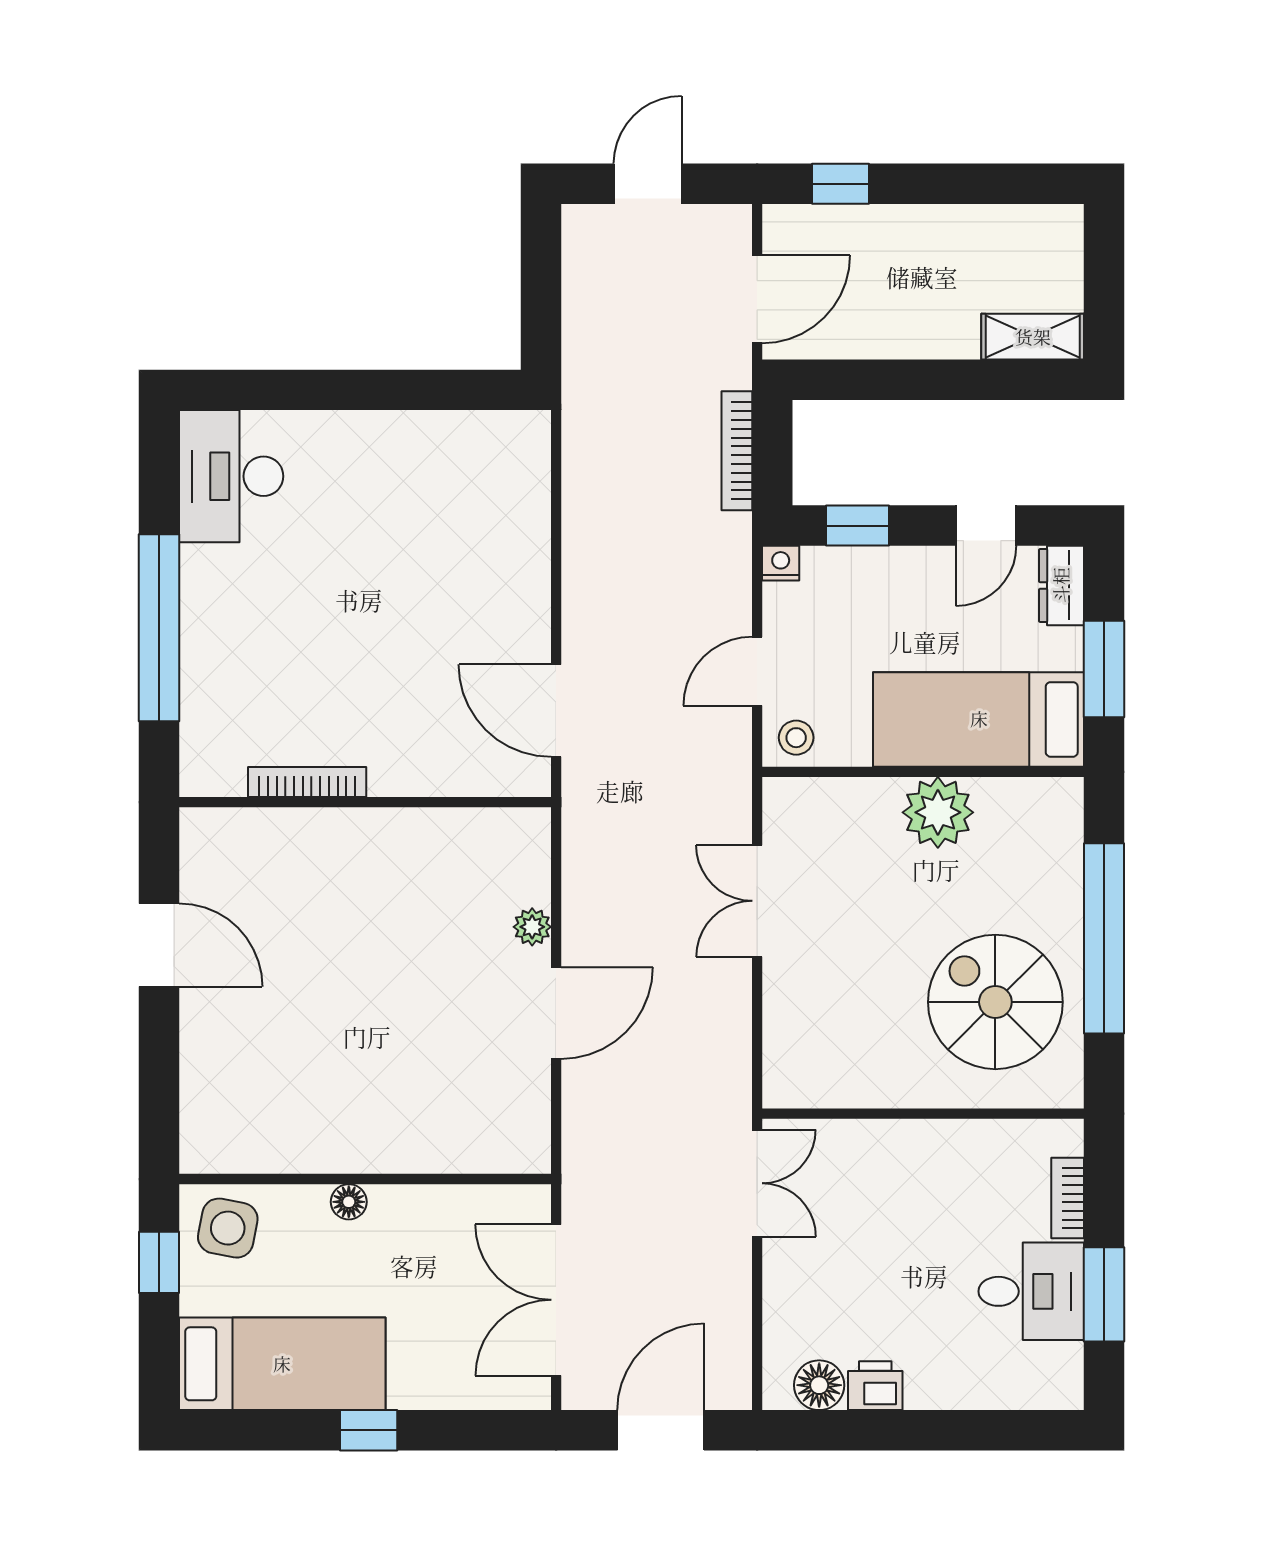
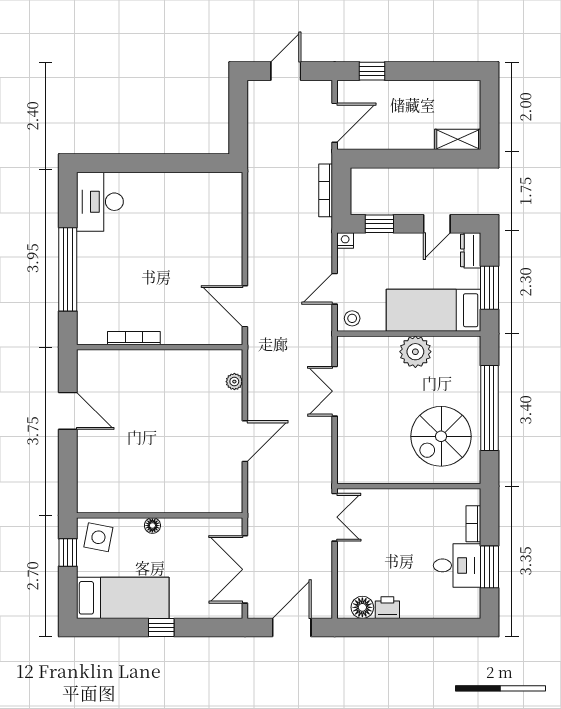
plant: (532, 927) -> (234, 382), moved
spiral stairs: (995, 1002) -> (441, 436), turned -90

